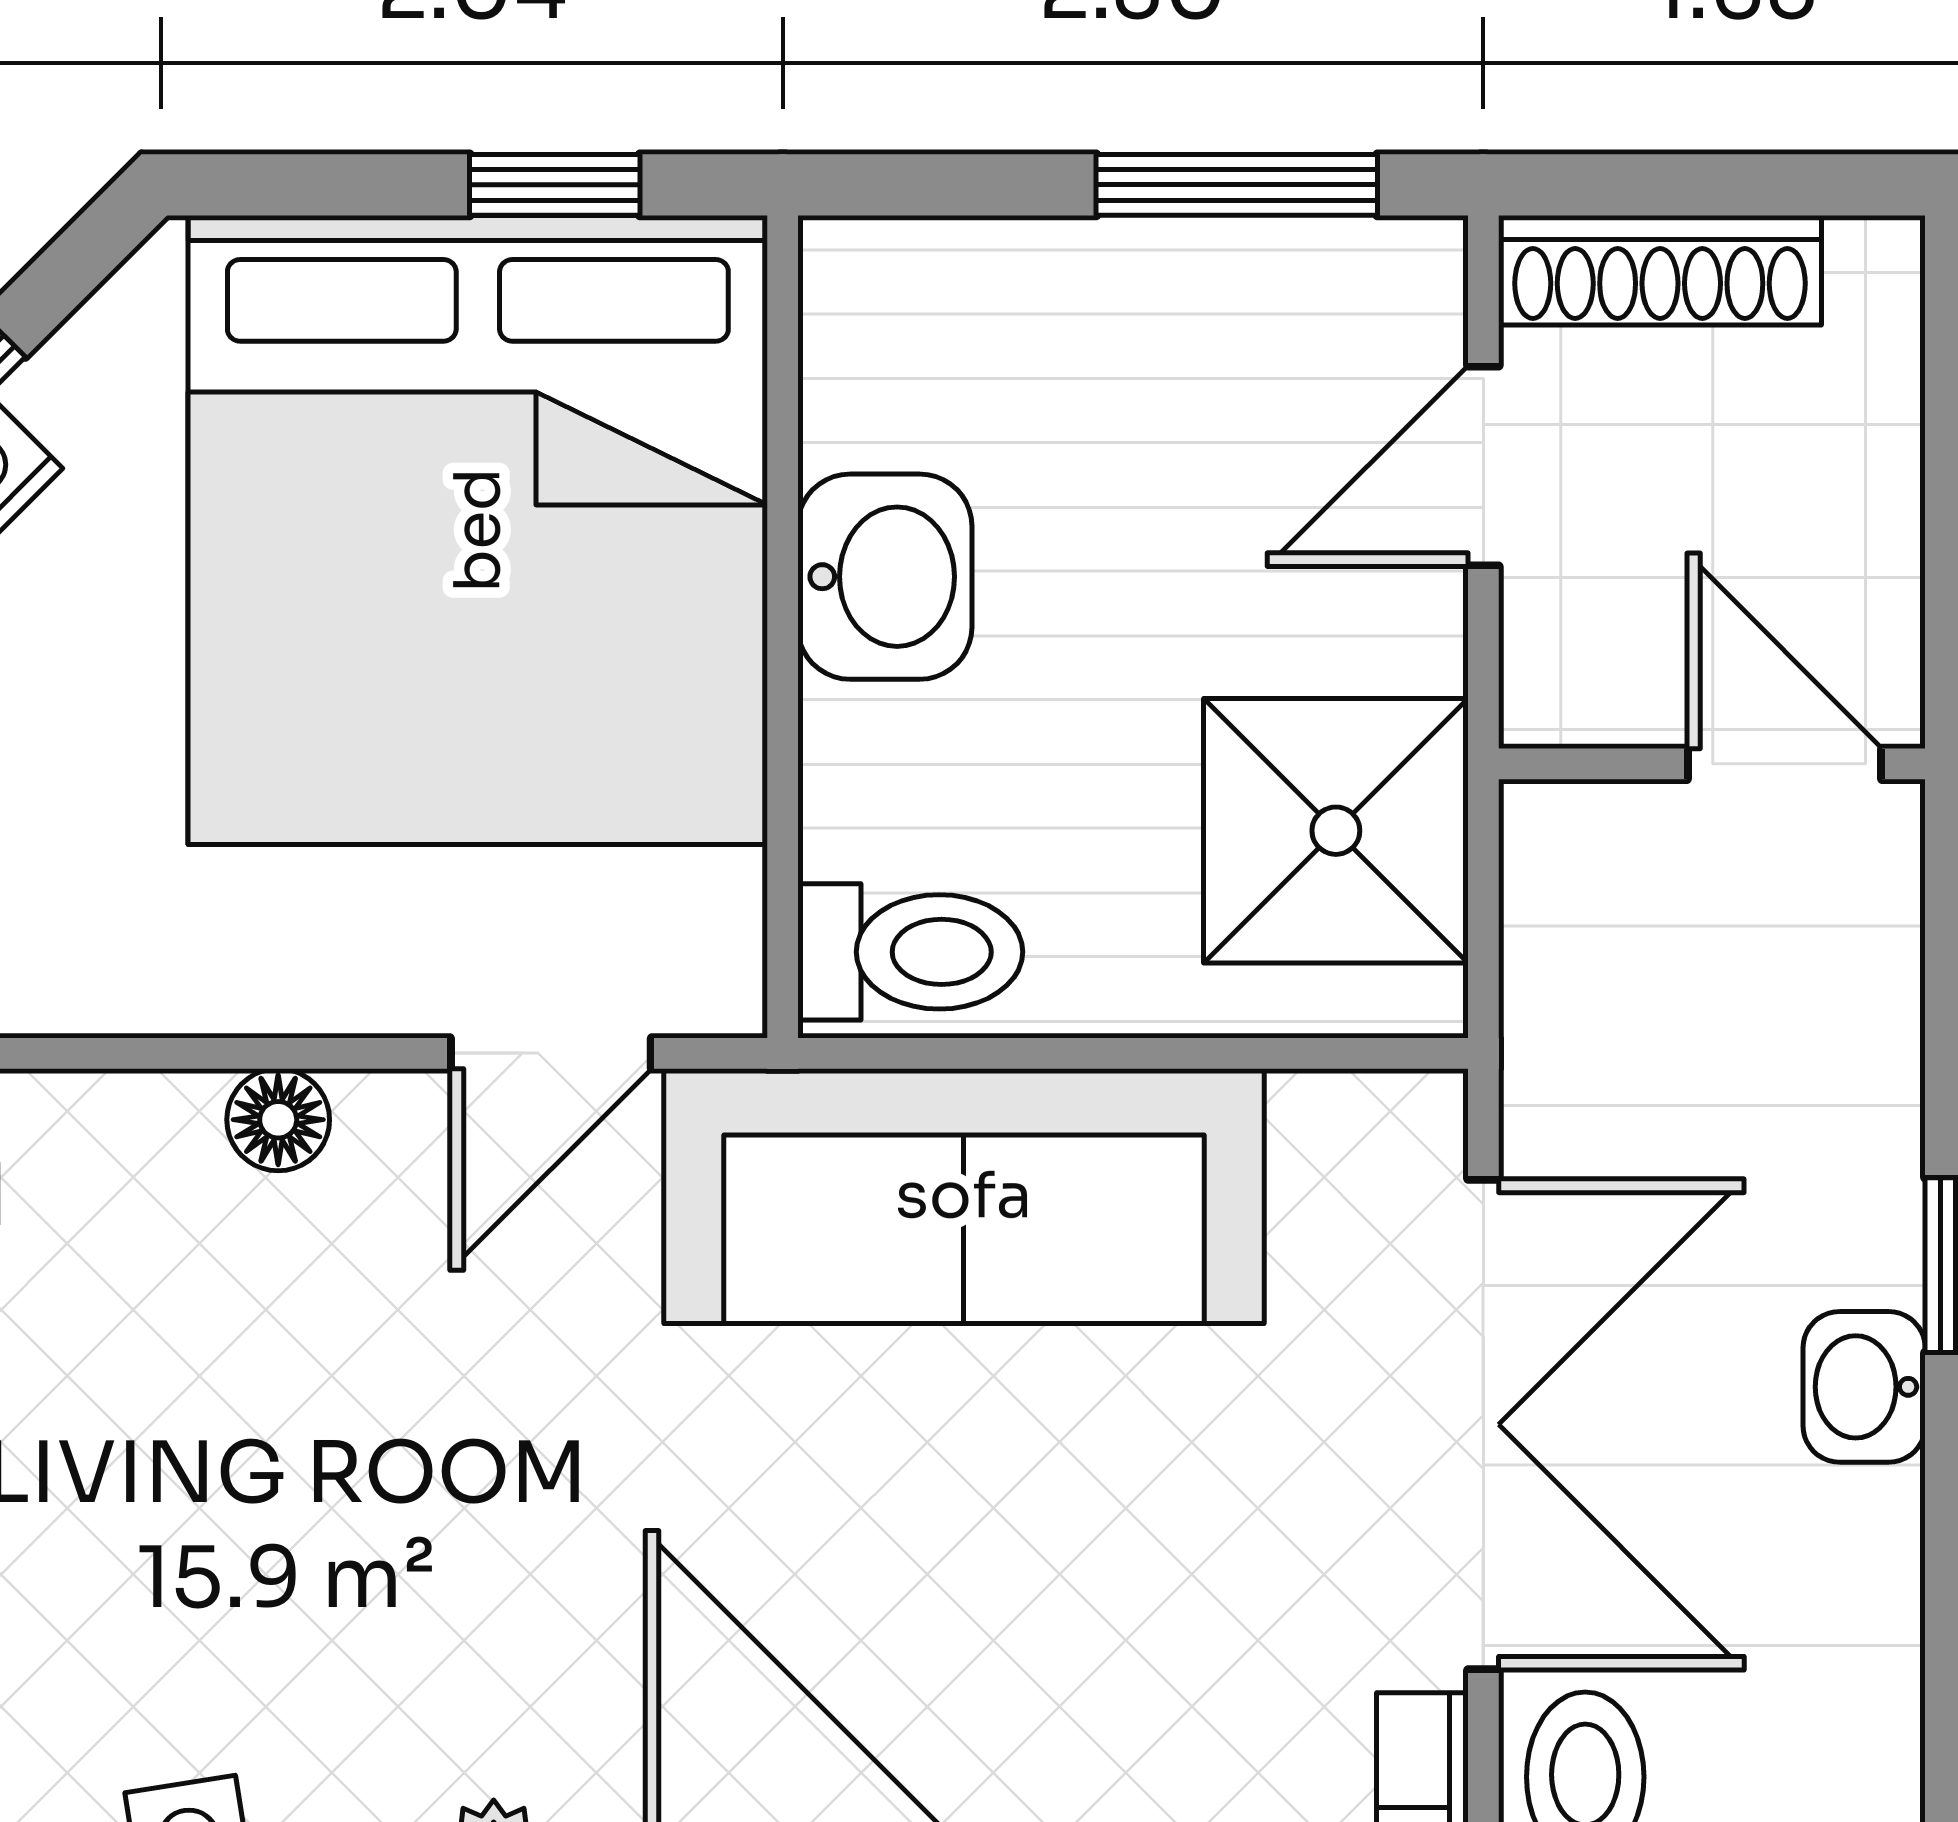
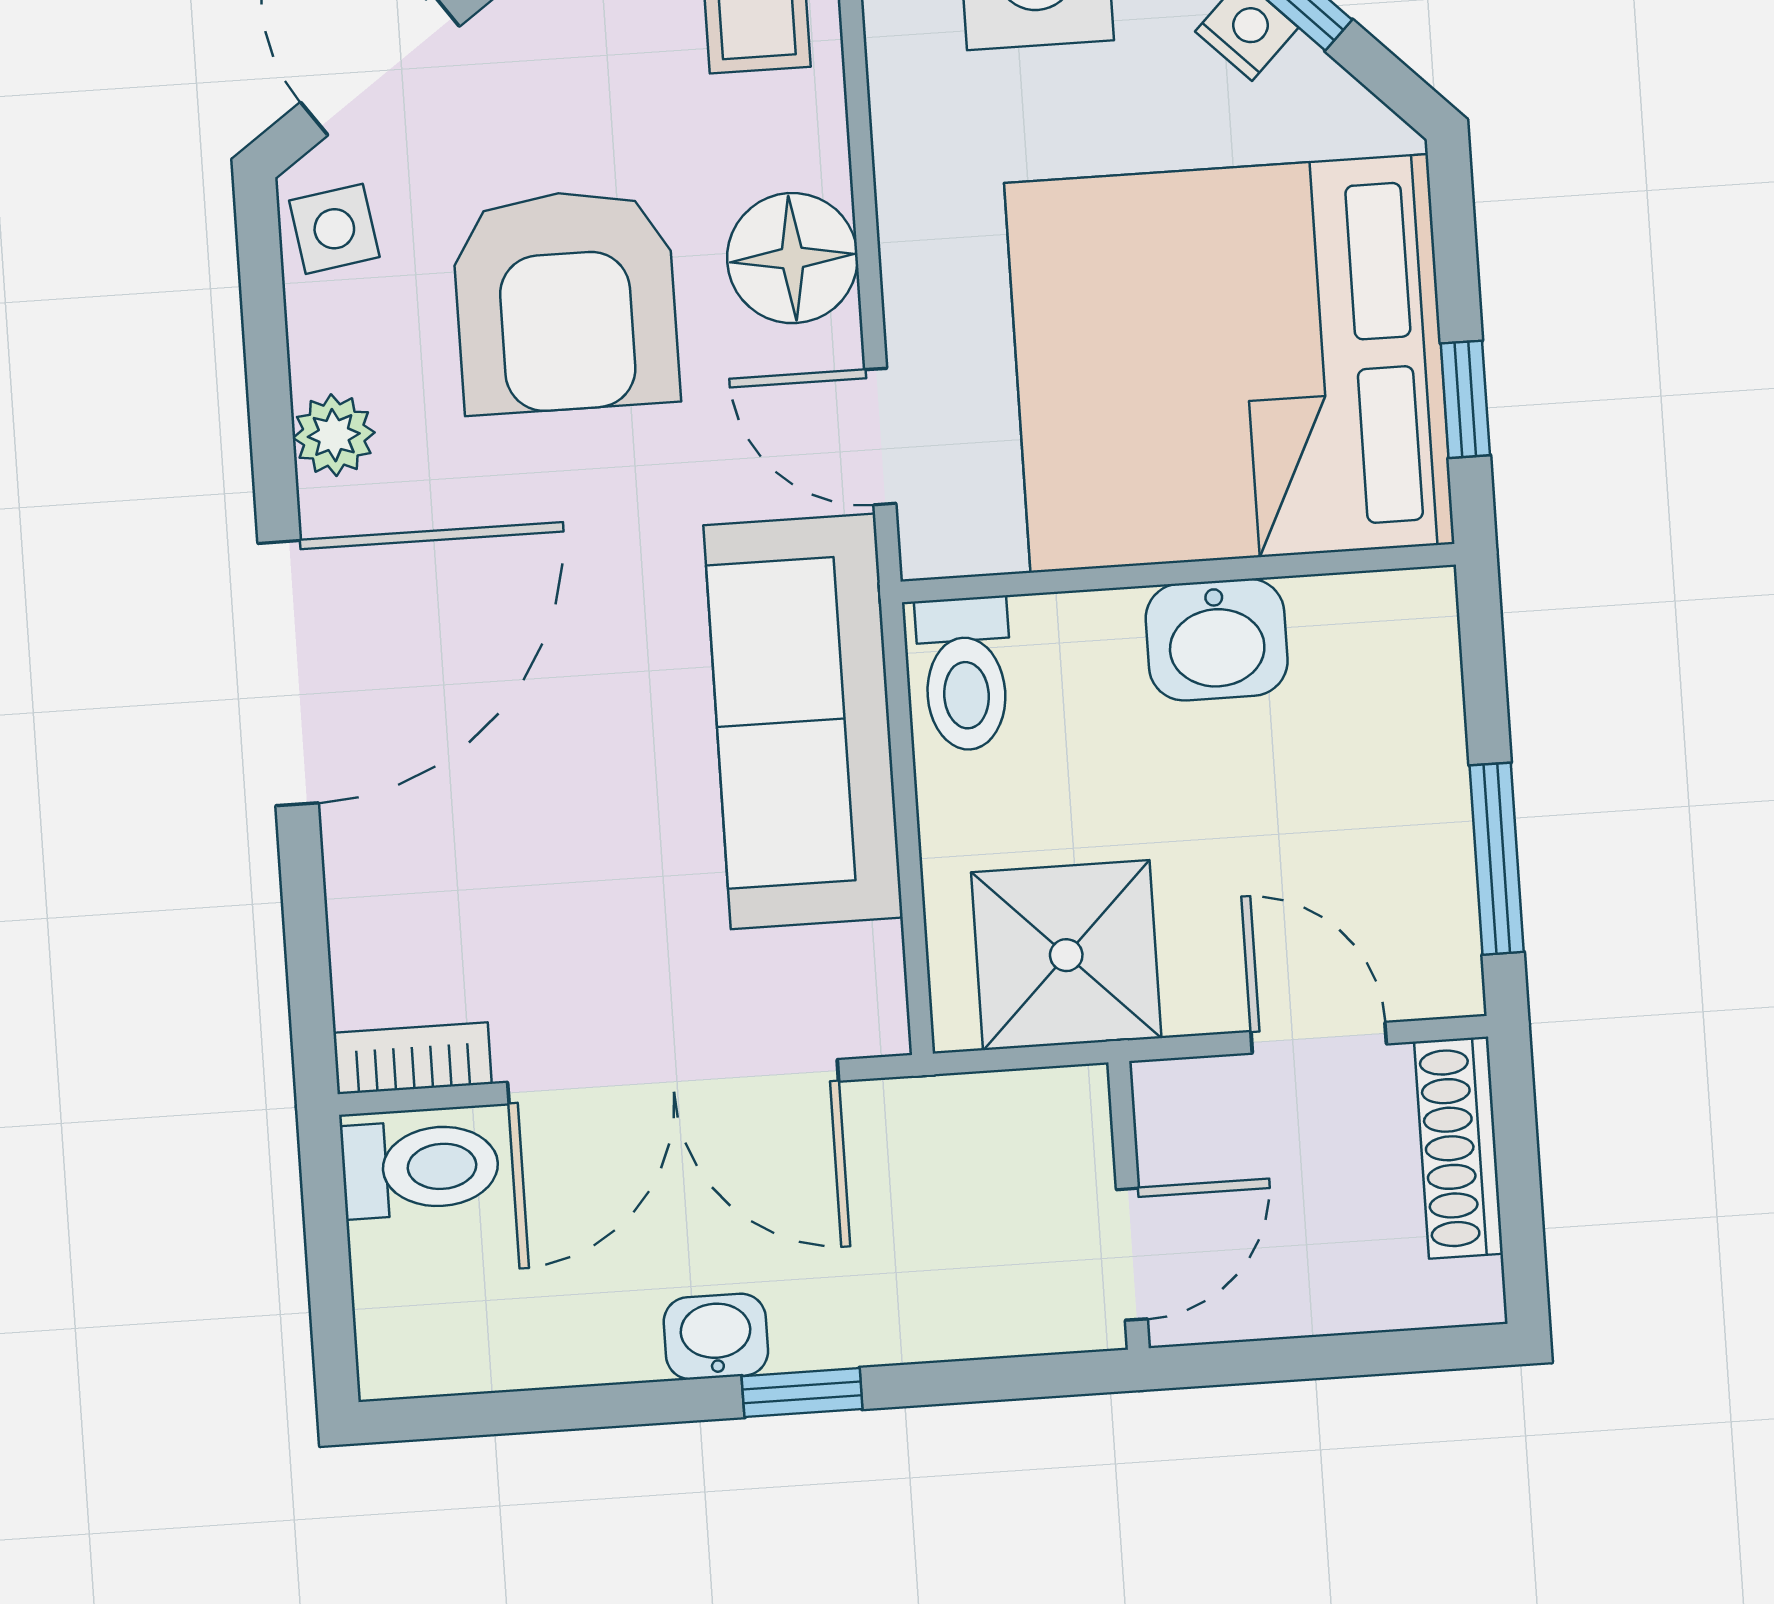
floor lamp: (278, 1120) -> (792, 258), width x1.89, depth x1.89
armchair: (319, 1505) -> (566, 301), added

